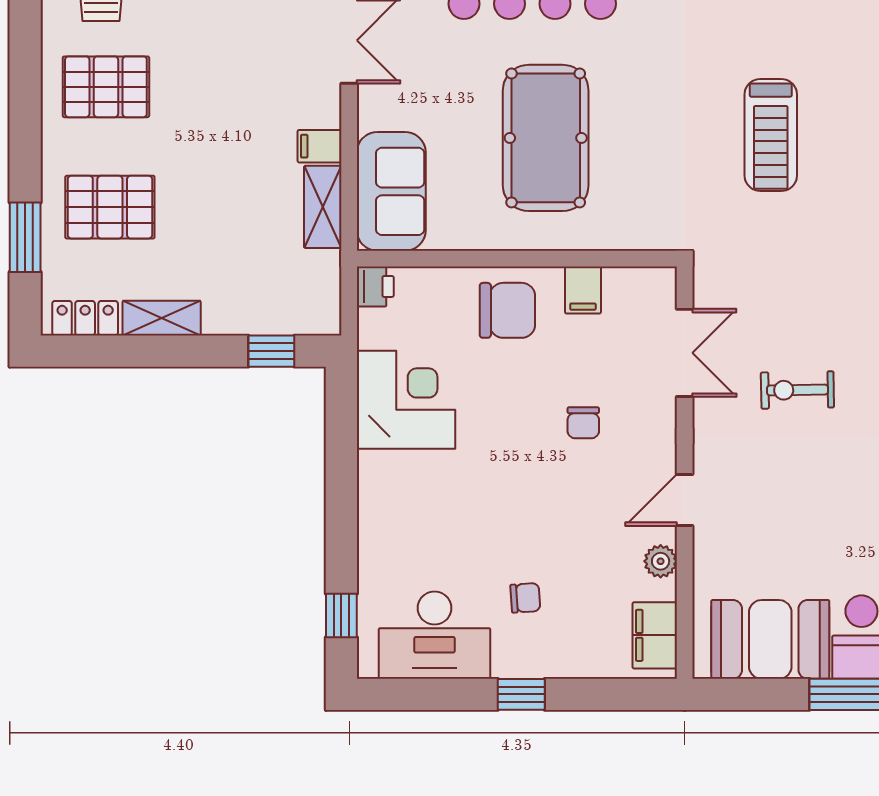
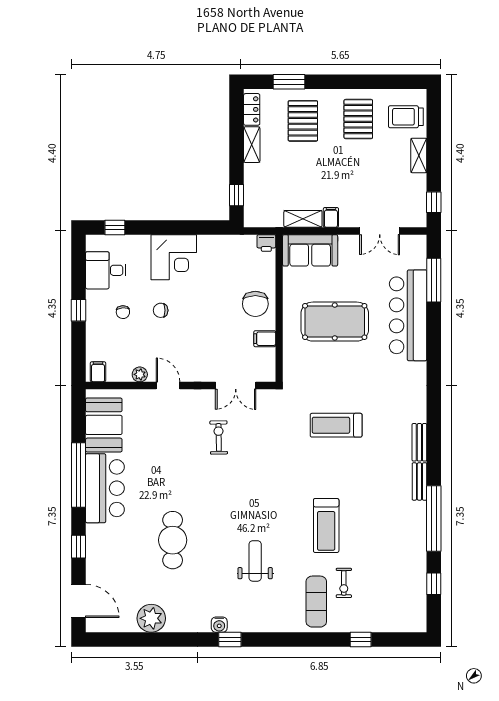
corner desk: (406, 400) -> (174, 257), moved
chair: (583, 423) -> (161, 310), moved
desk: (435, 635) -> (106, 270), width x0.73
filing cabinet: (655, 635) -> (98, 372), width x0.50

